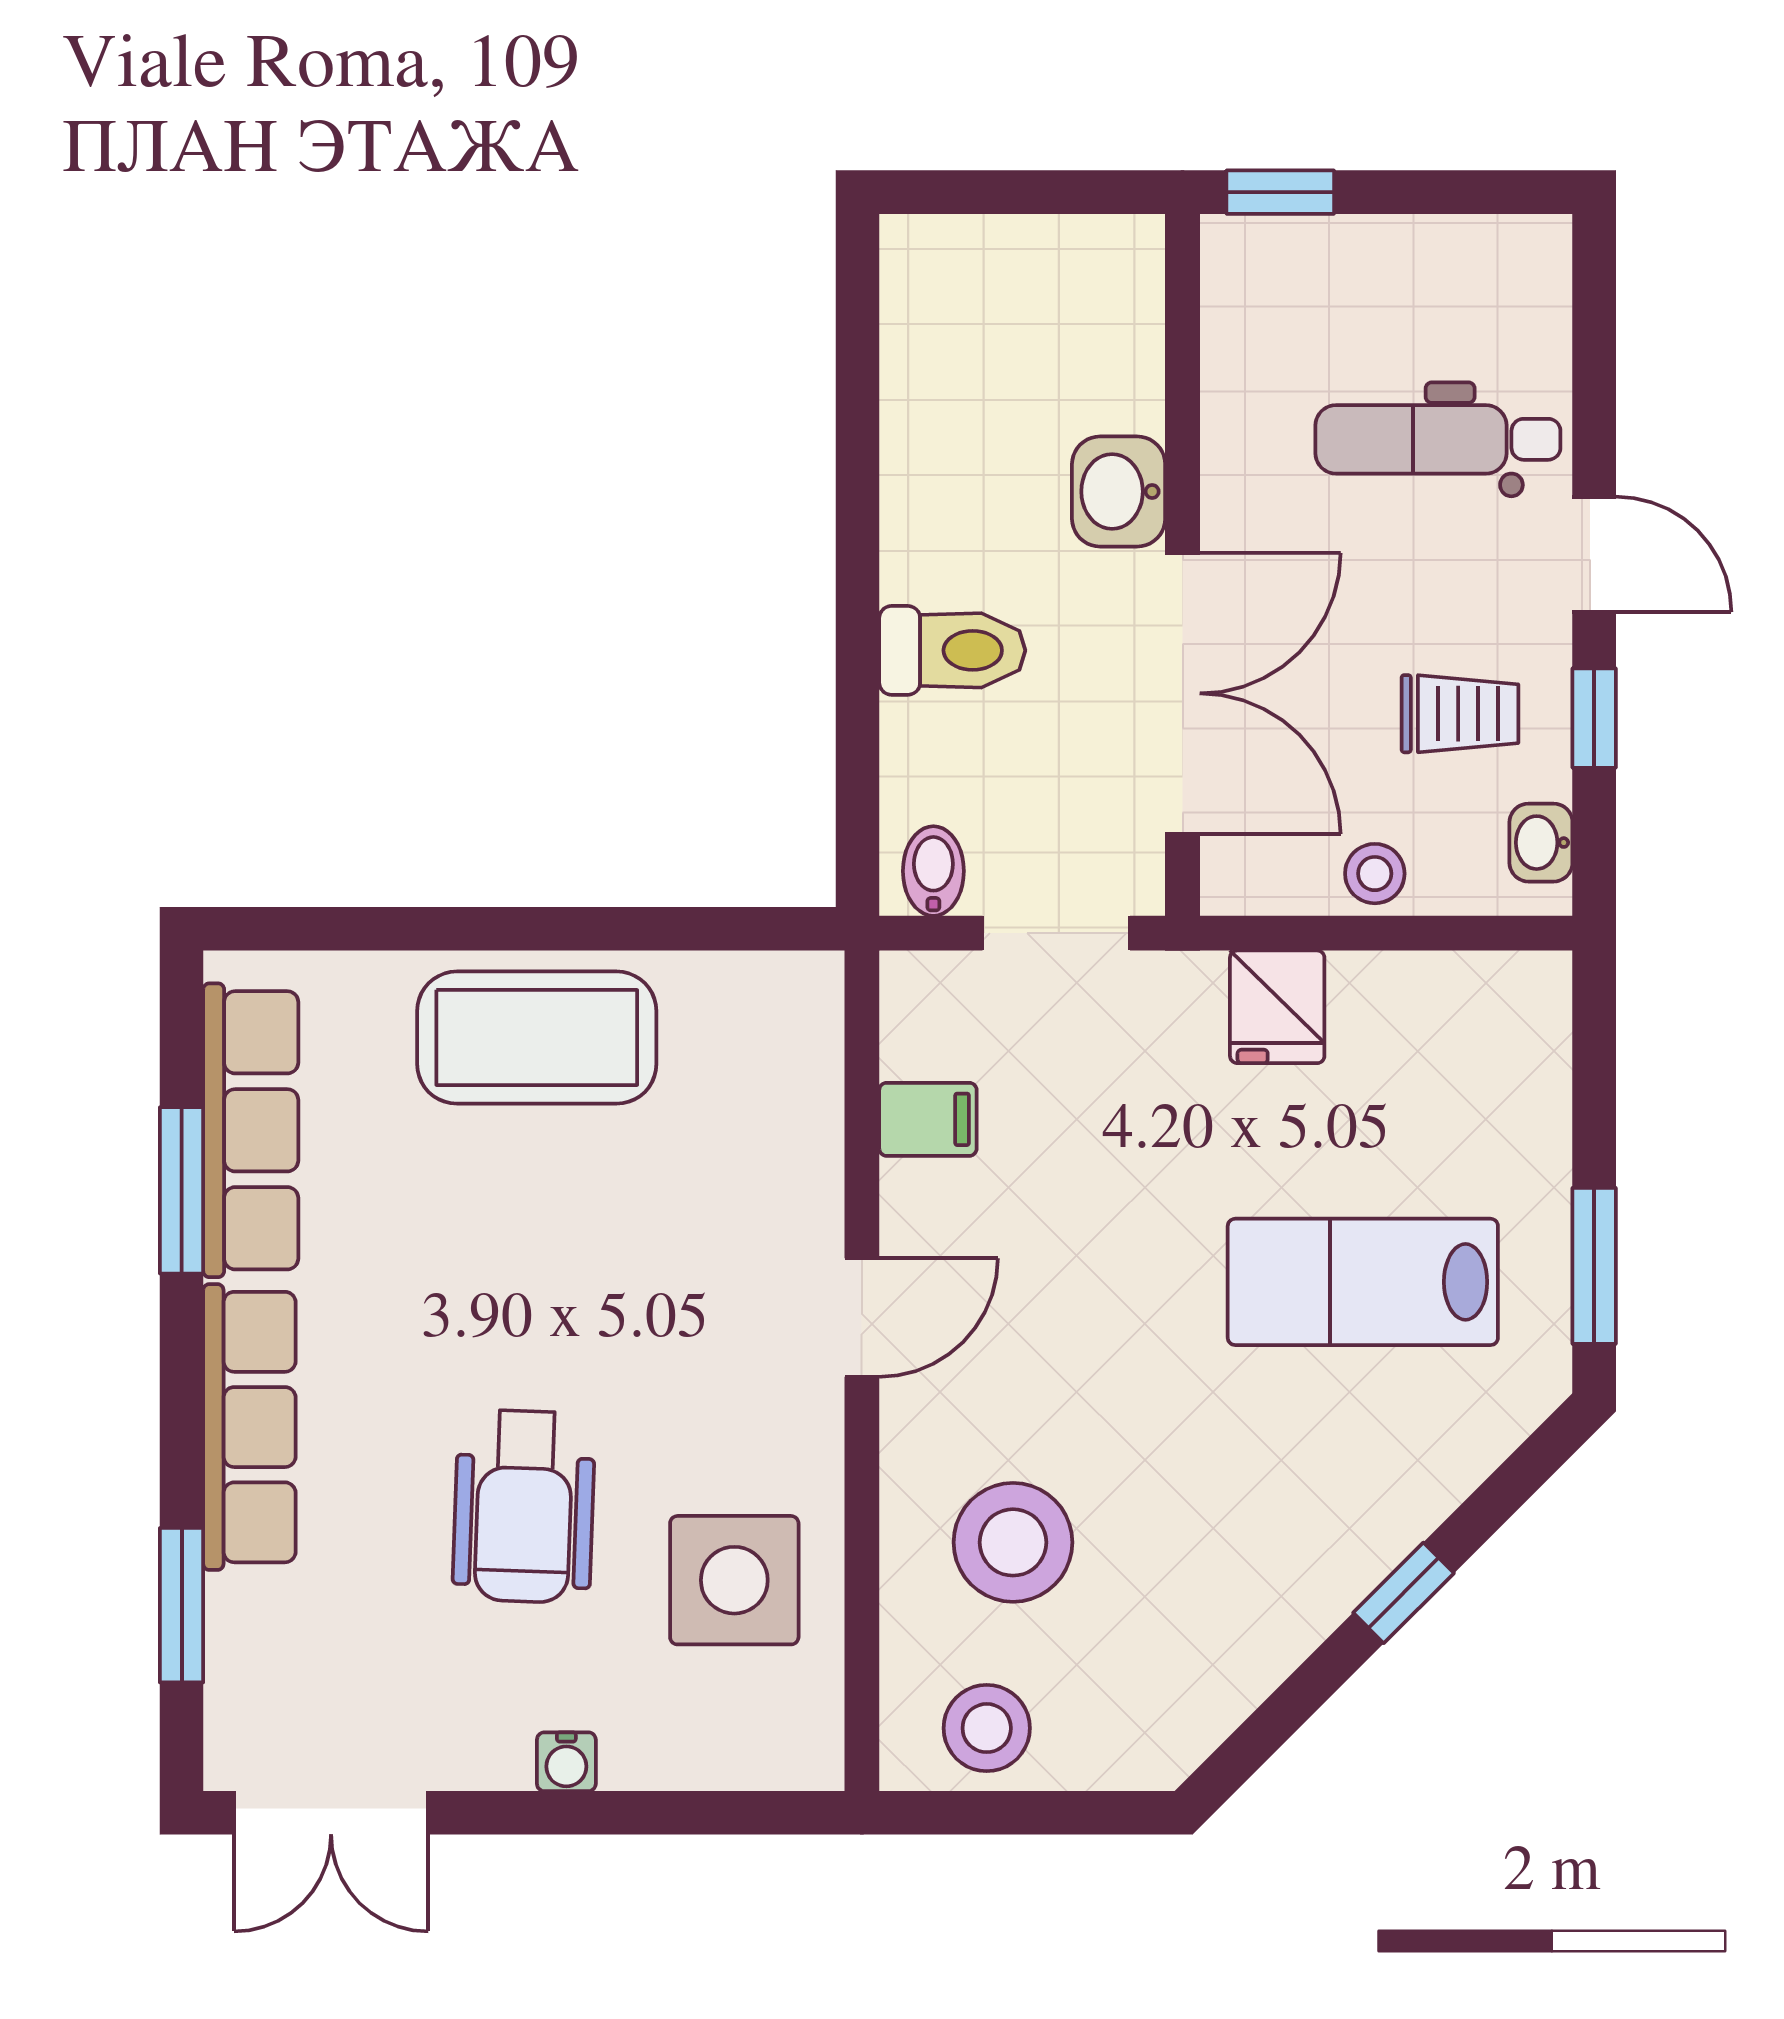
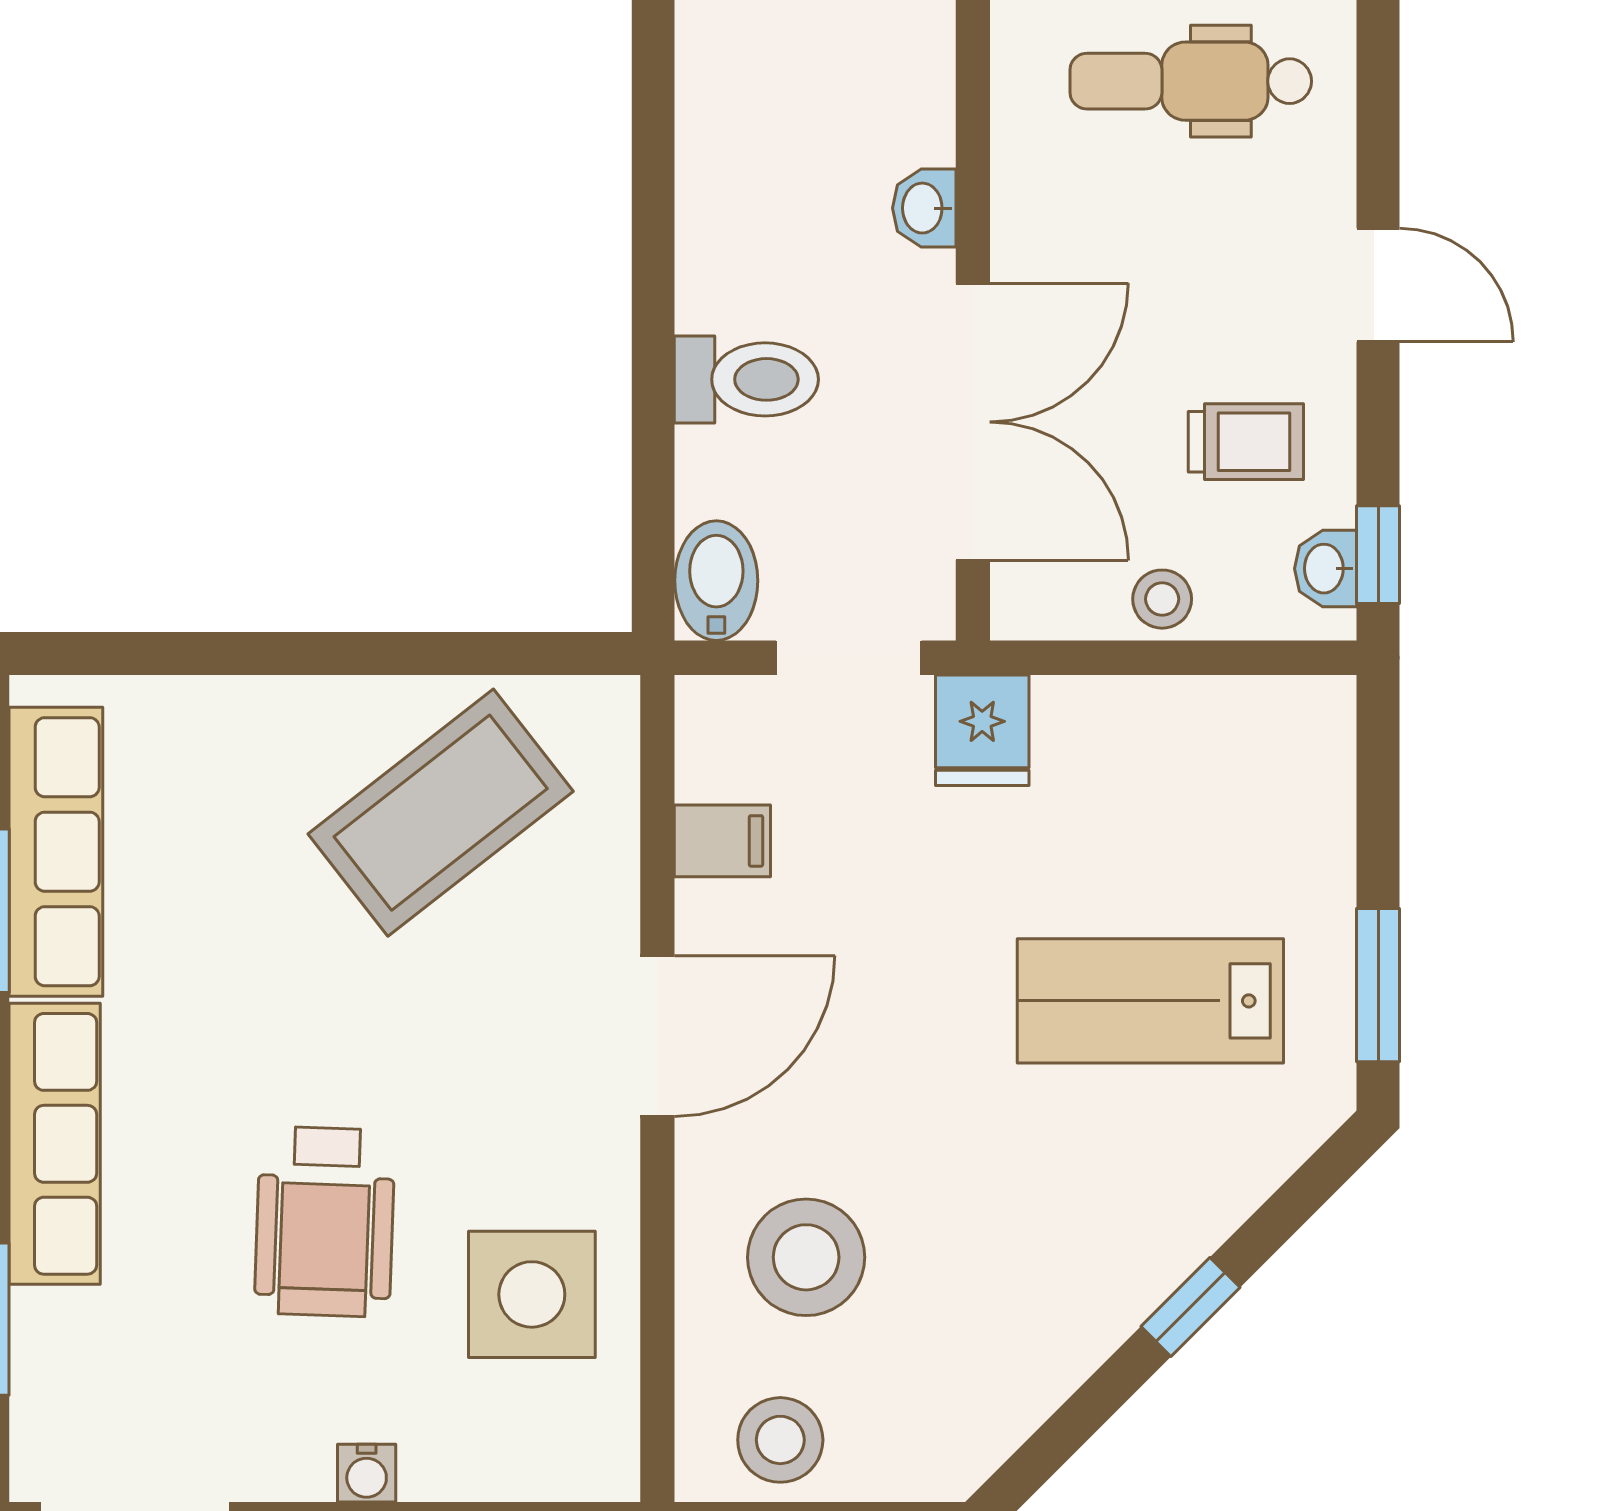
dental chair: (1438, 439) -> (1191, 81), moved
washbasin: (1119, 491) -> (924, 208), width x0.72, depth x0.69
window: (1594, 718) -> (1378, 555), moved
bidet: (933, 871) -> (716, 581), width x1.38, depth x1.36
fridge: (1277, 1007) -> (982, 730), moved
coffee table: (537, 1038) -> (441, 813), moved, turned -38
door: (862, 1318) -> (657, 1036), width x1.38

